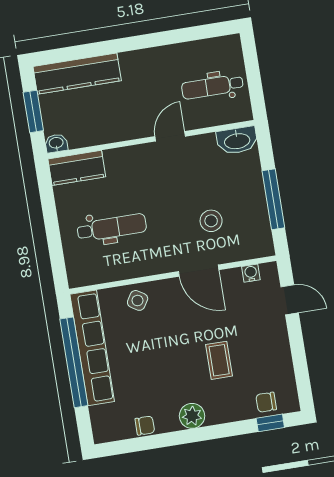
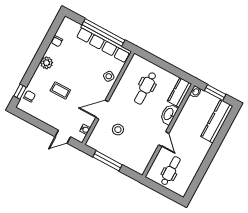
washbasin: (237, 140) -> (169, 114), moved

